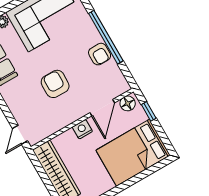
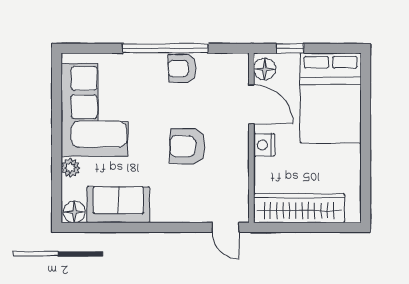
armchair: (100, 54) -> (182, 68), turned 180

